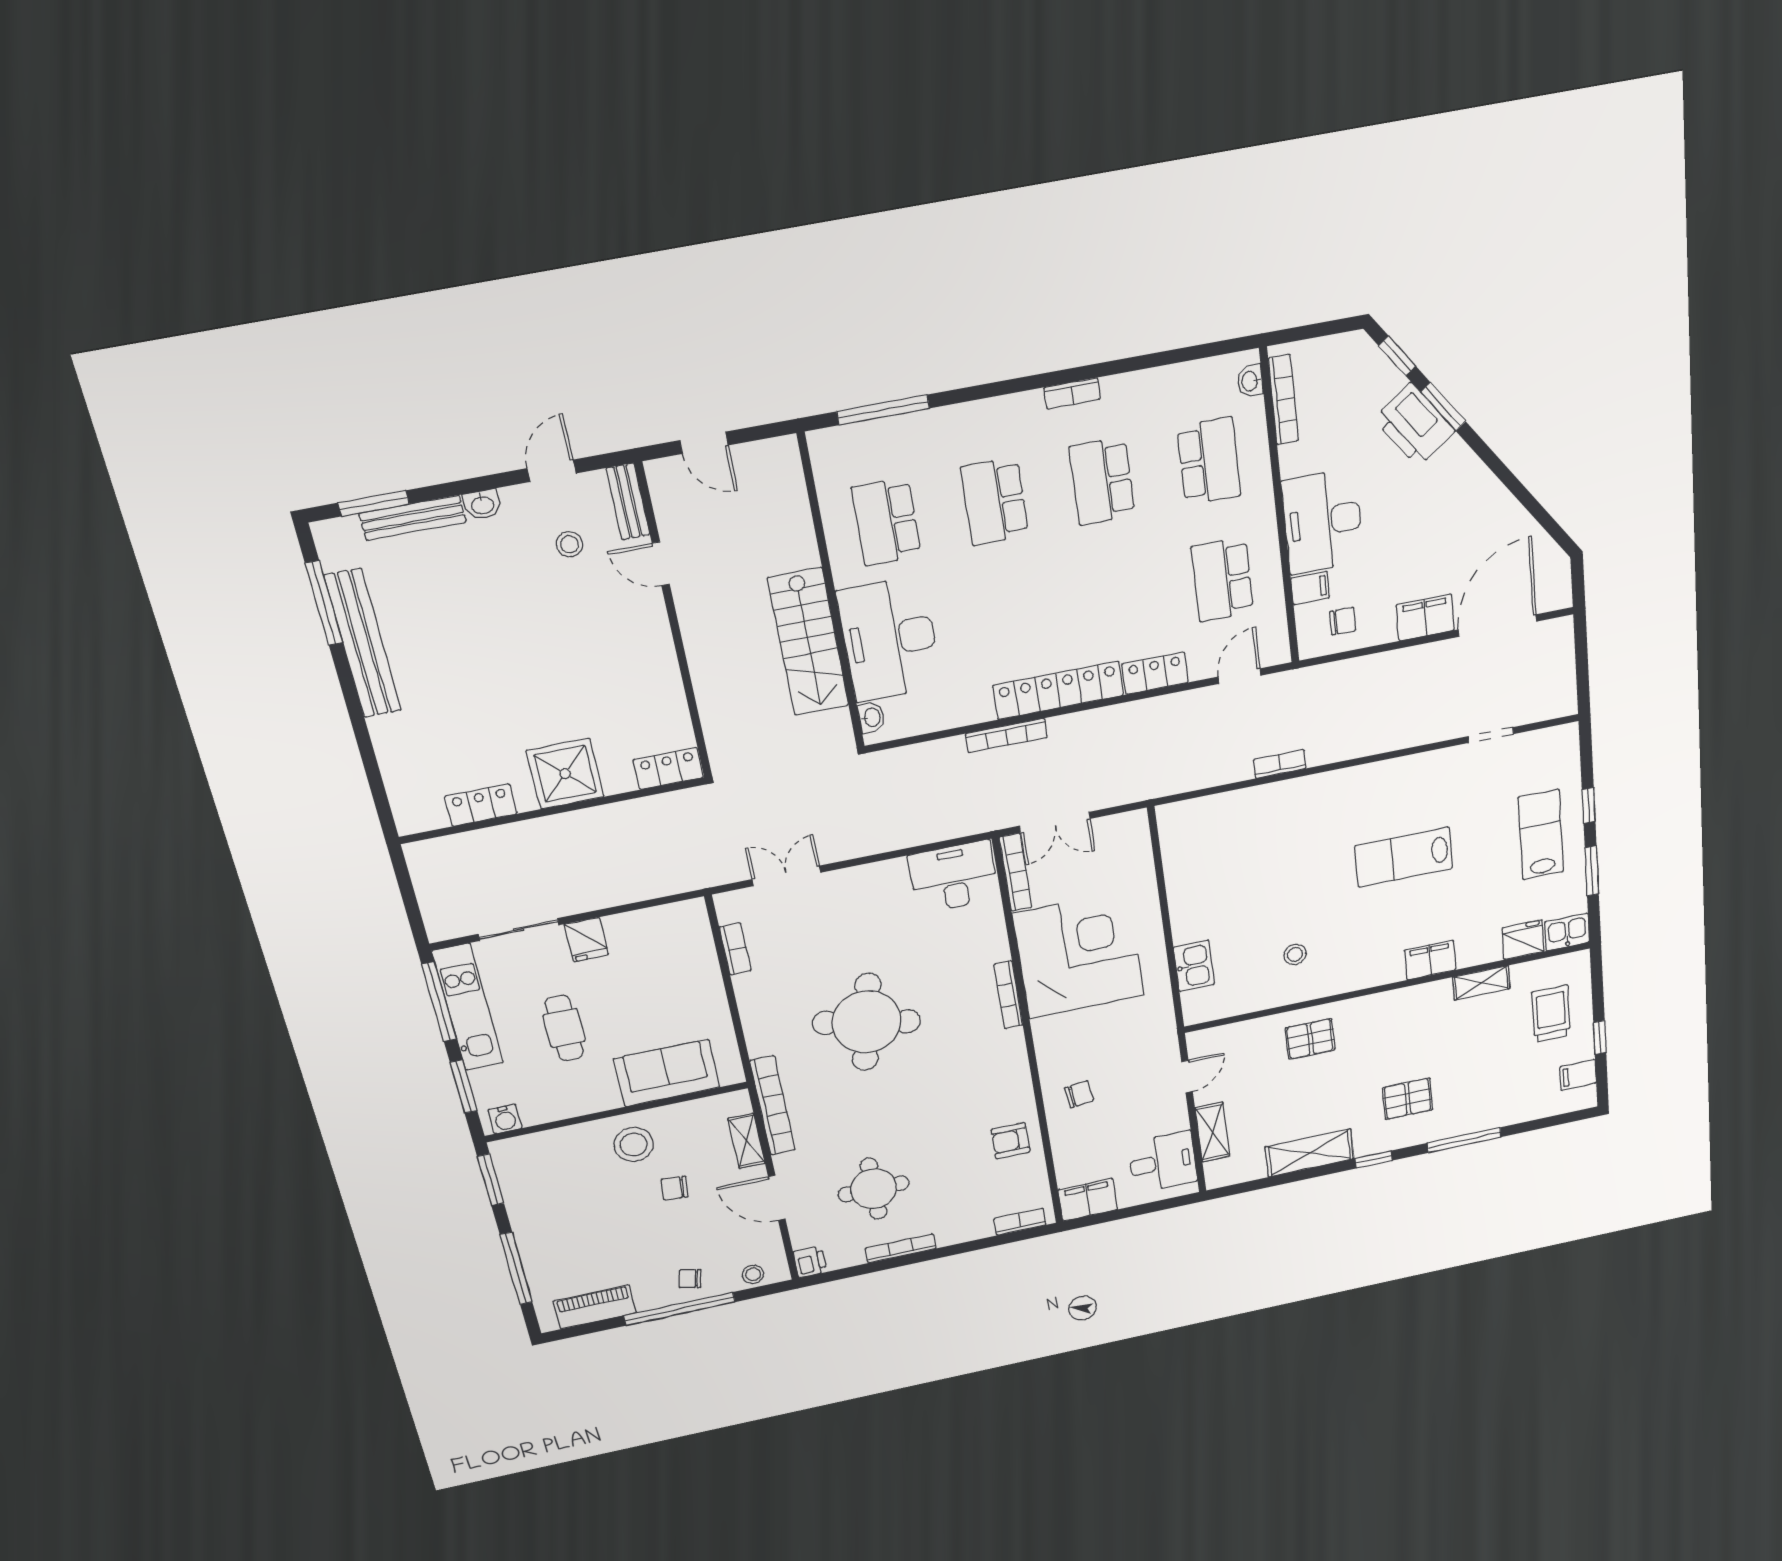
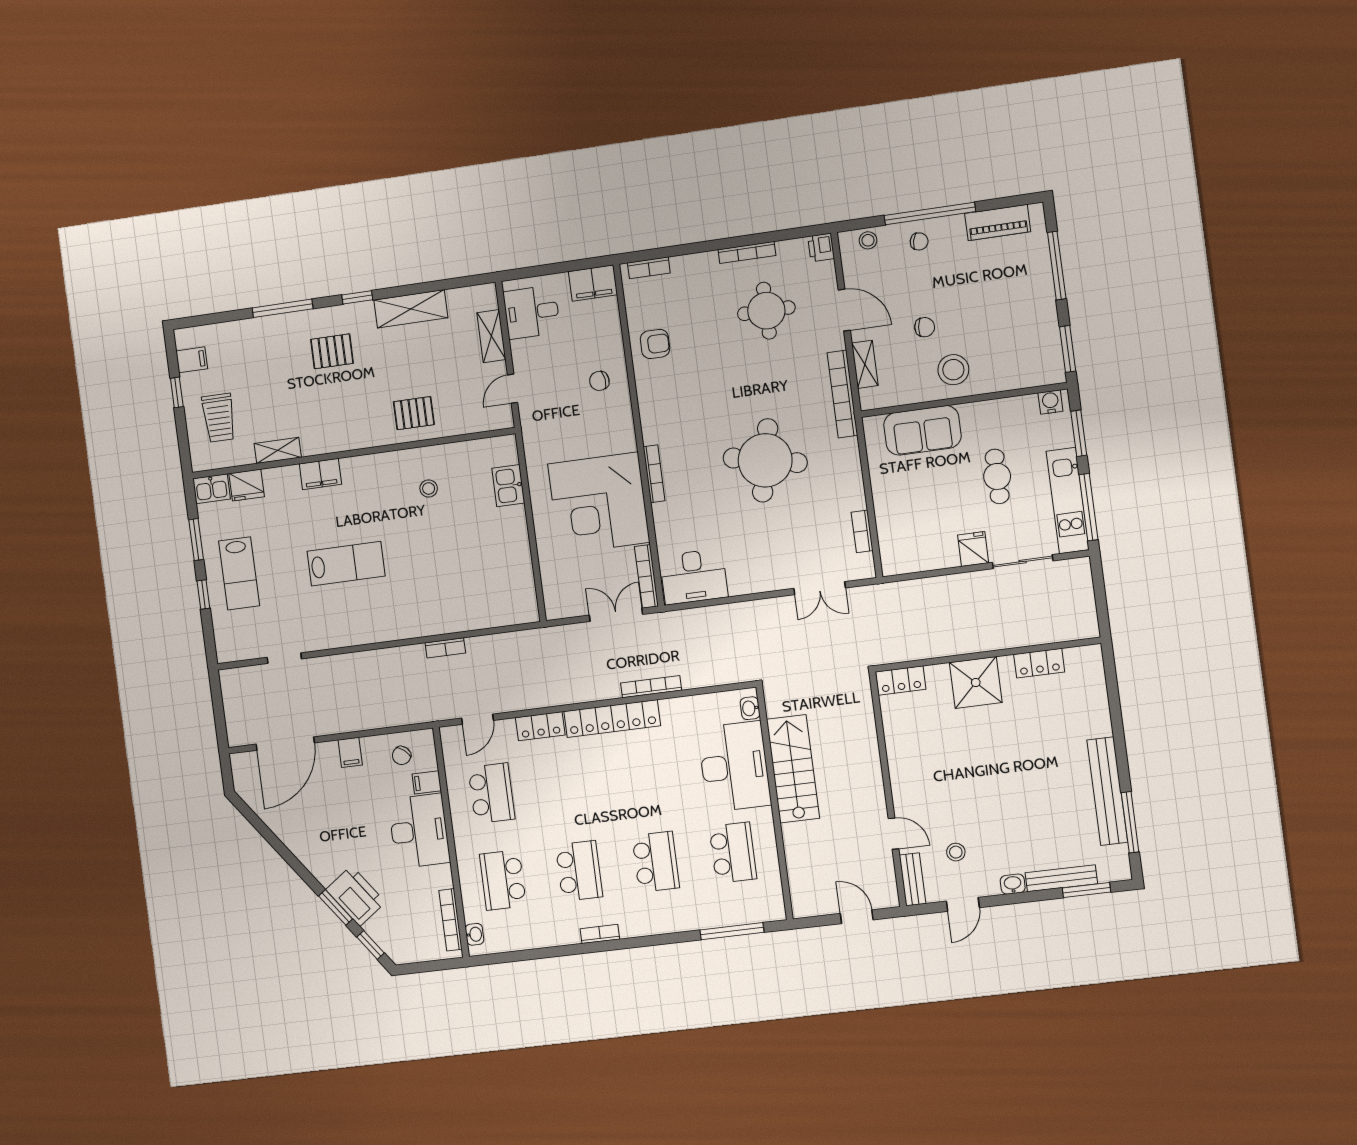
filing cabinet: (1425, 618) -> (350, 752), width x0.50
chair: (1343, 621) -> (402, 755), turned -50

